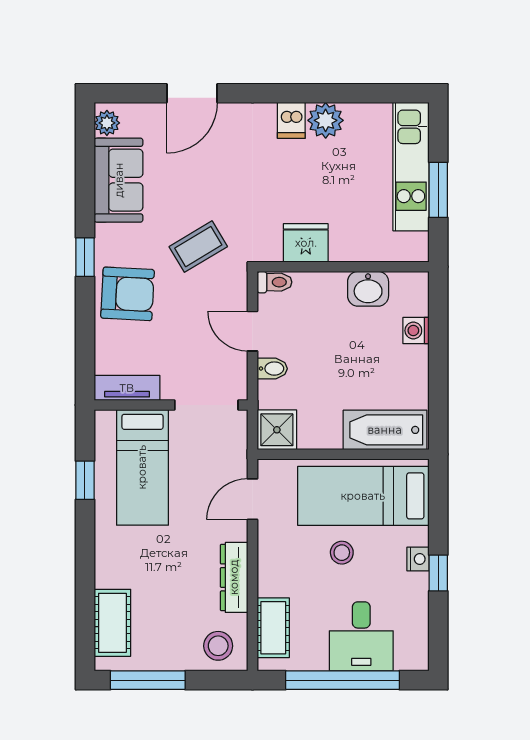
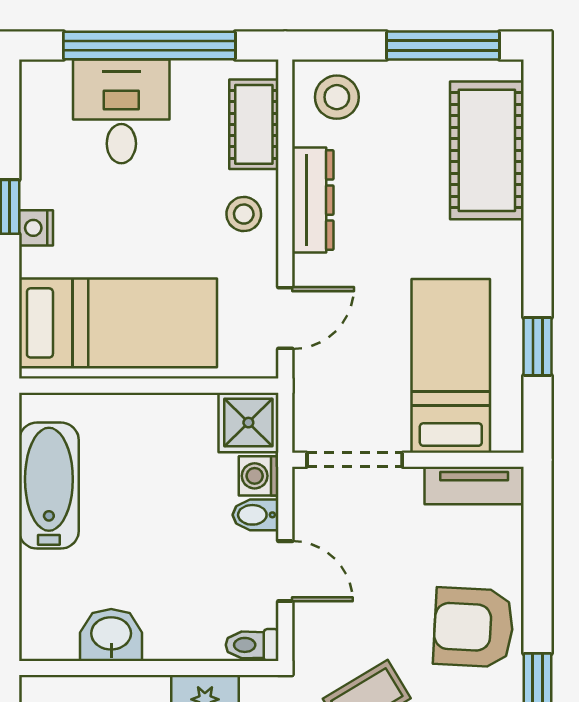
washing machine: (416, 331) -> (259, 476), moved, turned 180
bathtub: (385, 430) -> (49, 486), moved, turned -90
stool: (342, 553) -> (244, 214), moved
cot: (112, 623) -> (487, 150), width x1.37, depth x1.34

